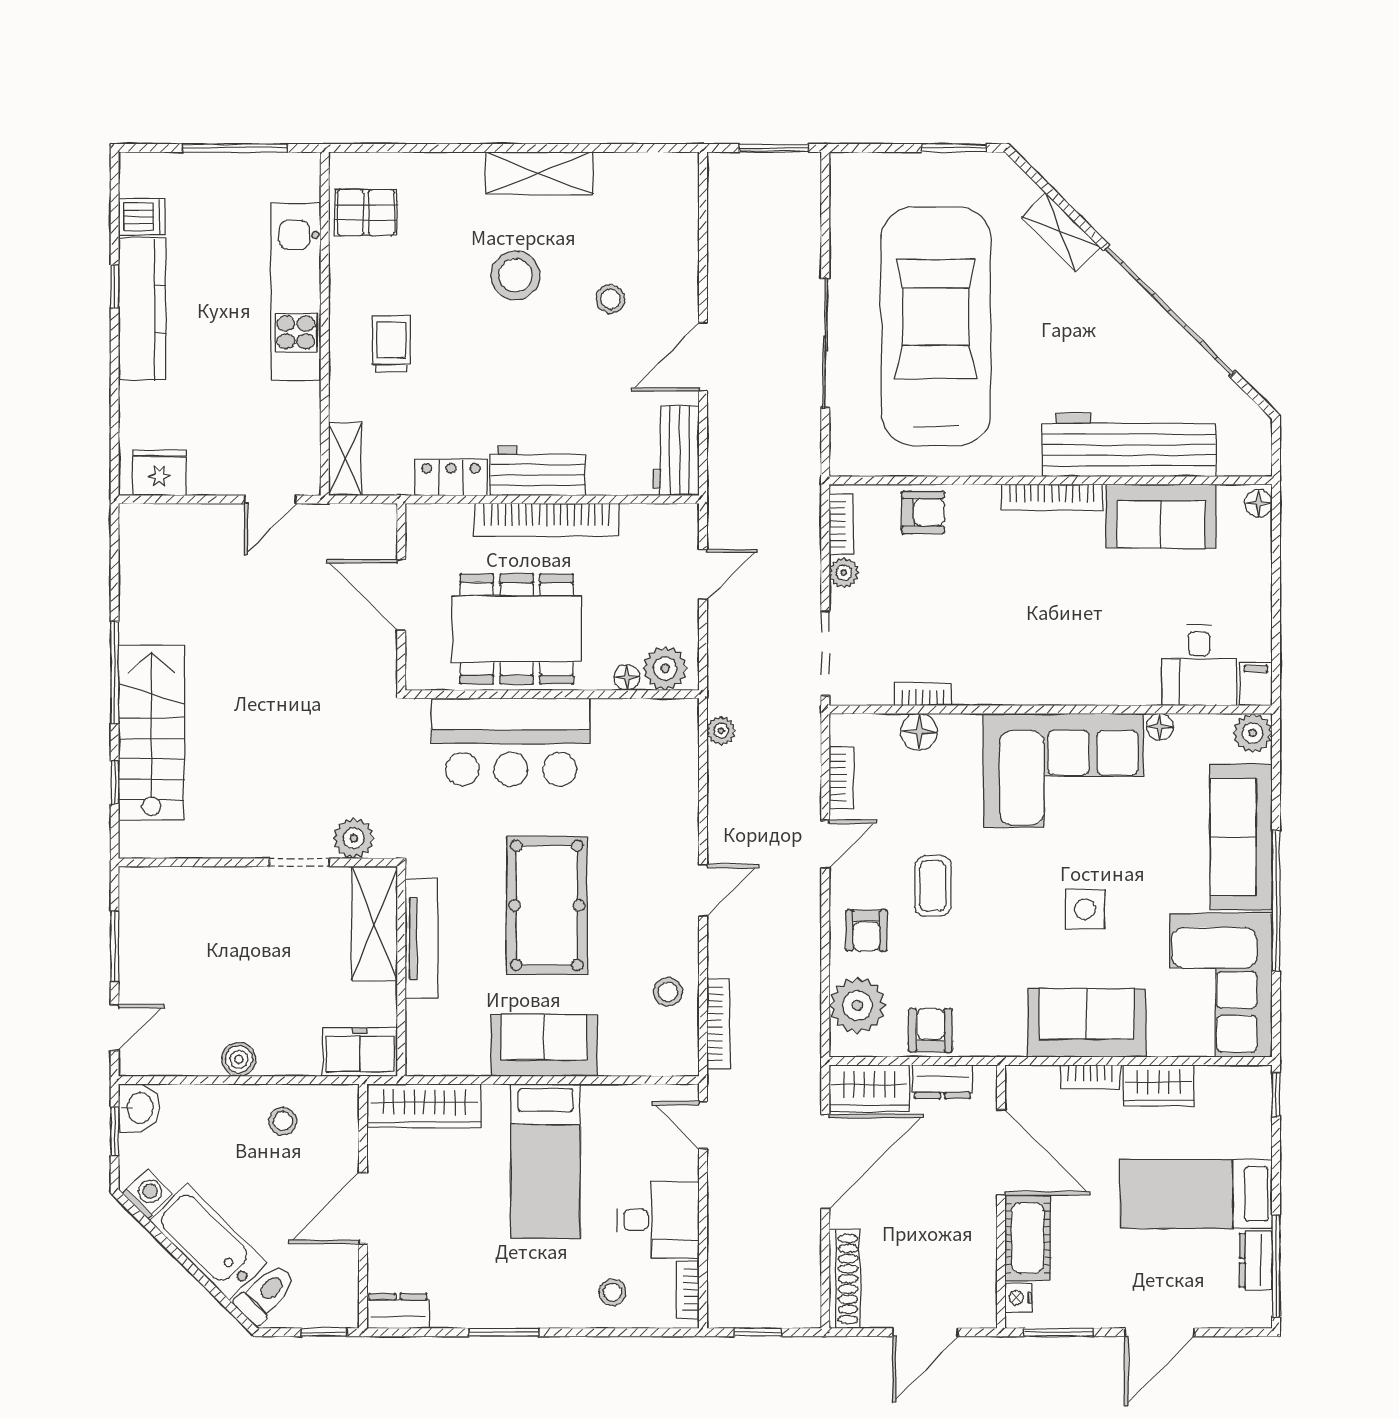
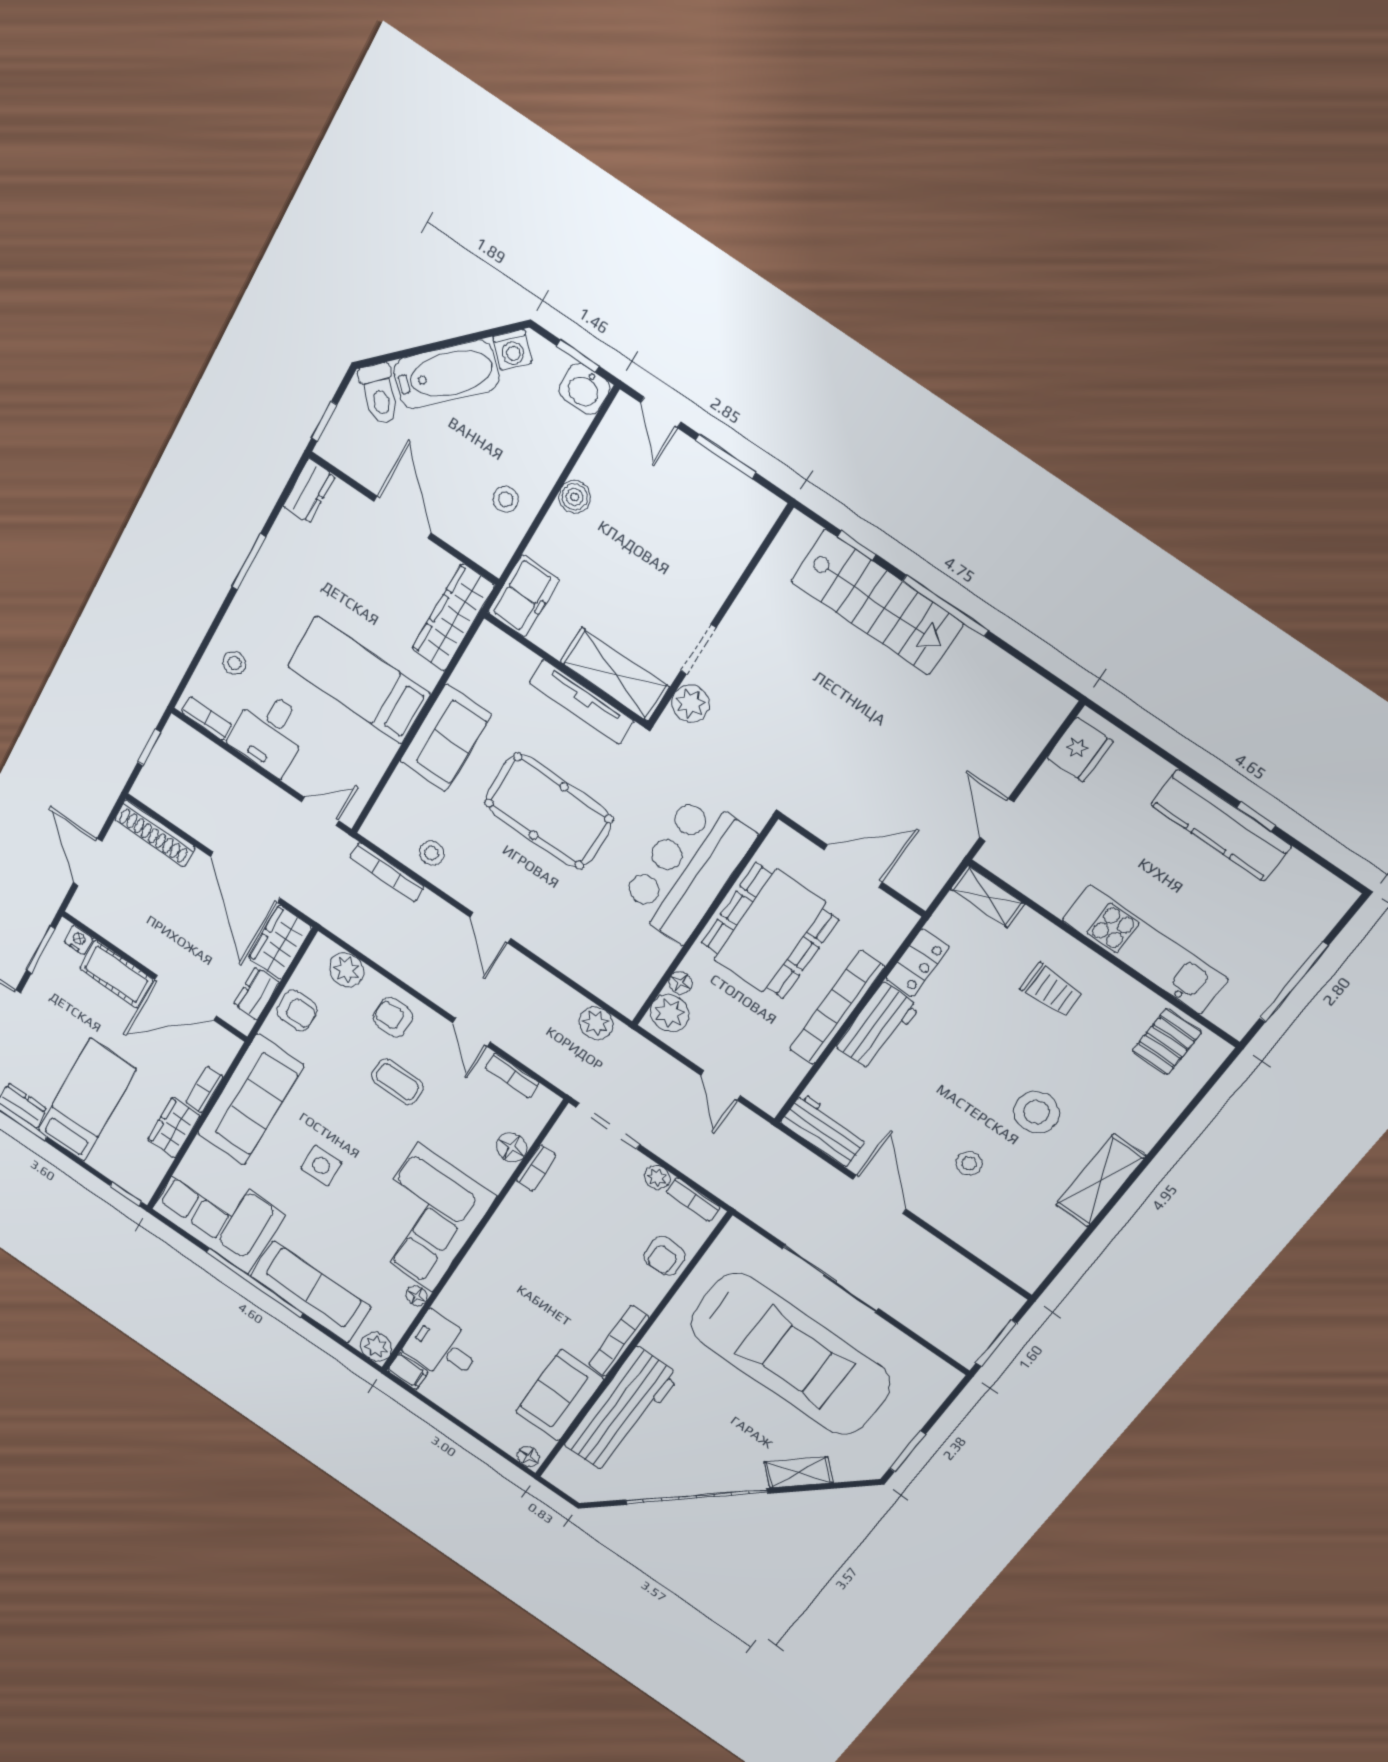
dishwasher: (142, 217) -> (1295, 876), removed
plant: (721, 731) -> (596, 1023), width x1.38, depth x1.38
plant: (857, 1006) -> (346, 970), width x0.73, depth x0.73
sofa: (1087, 1023) -> (251, 1100), width x1.36

